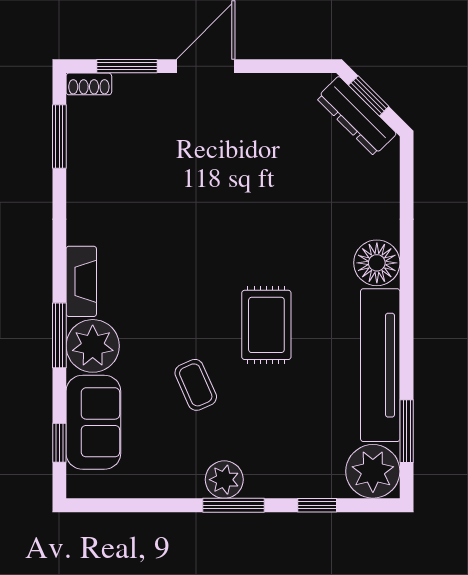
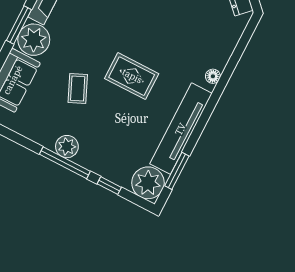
floor lamp: (377, 263) -> (213, 76), width x0.53, depth x0.53
rug: (266, 325) -> (132, 76), turned 90
window: (234, 505) -> (65, 163), width x1.44

